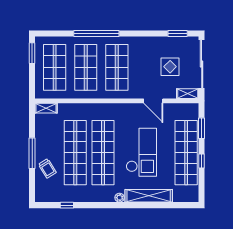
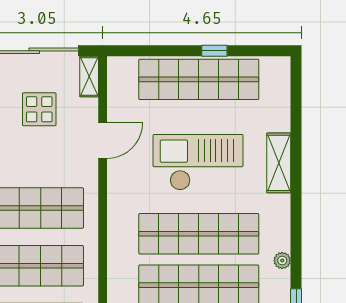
window: (202, 128) -> (153, 51), removed
shelving: (149, 196) -> (279, 163), width x0.68
plant: (120, 198) -> (282, 261), moved

